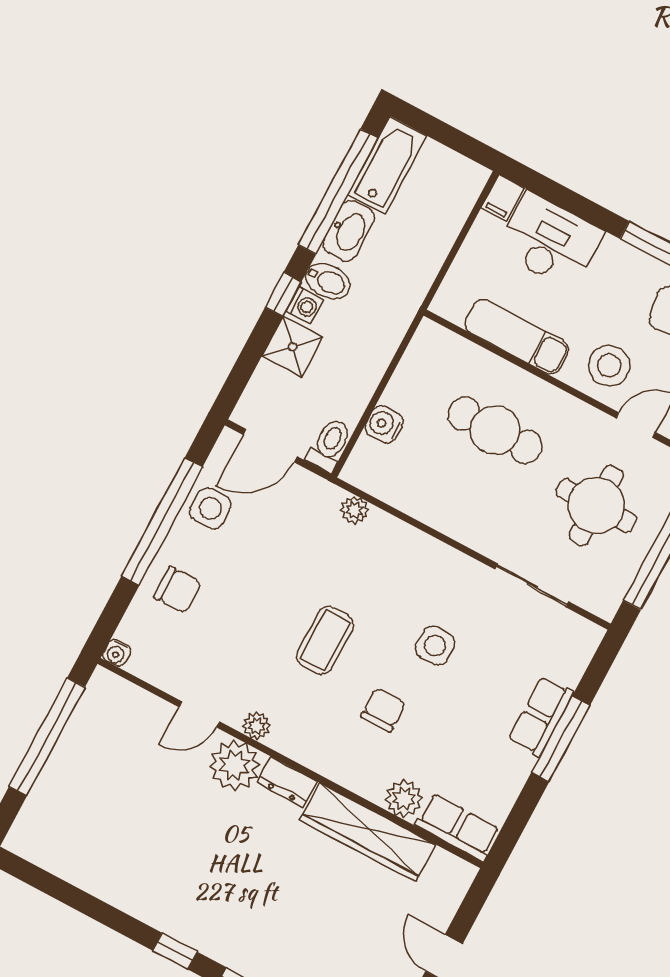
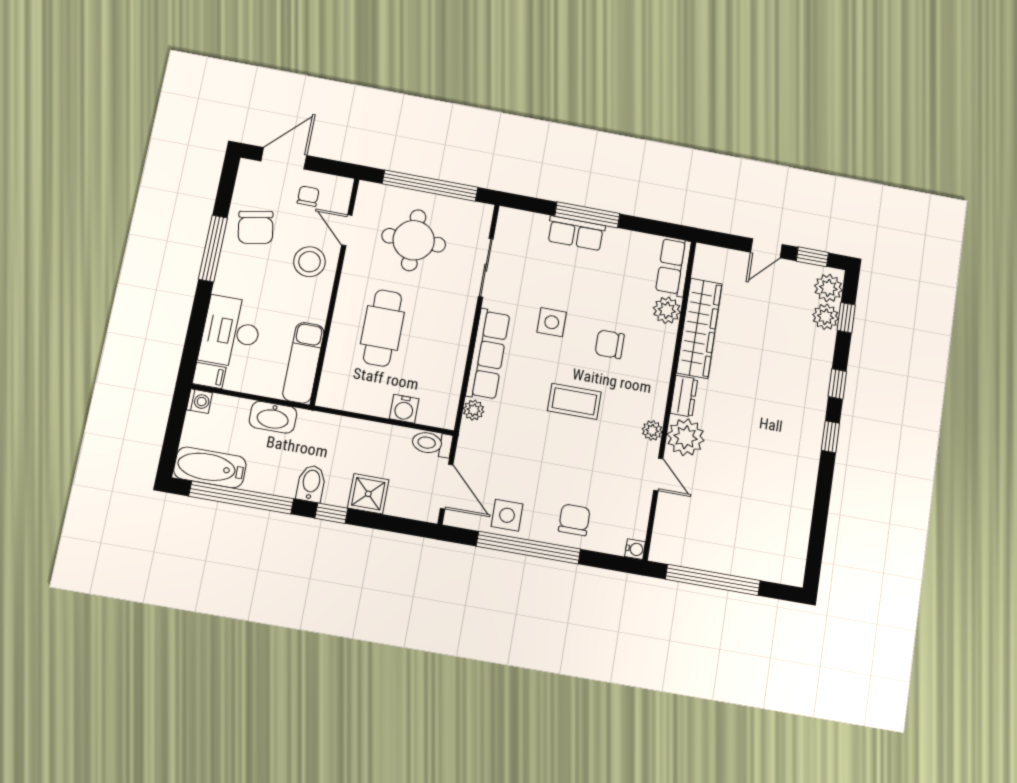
washbasin: (349, 231) -> (273, 417), moved, turned 180
washing machine: (304, 306) -> (199, 401), moved, turned 90
exam couch: (517, 337) -> (303, 363), moved
row of seats: (419, 551) -> (488, 354), added

